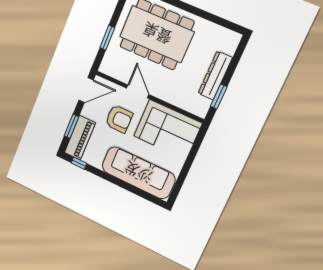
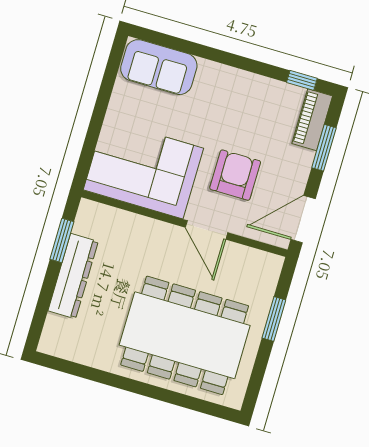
armchair: (119, 119) -> (235, 175), turned 90
piano: (80, 138) -> (312, 120), width x0.73, depth x0.75
sofa: (138, 173) -> (159, 67), width x0.54, depth x0.79

